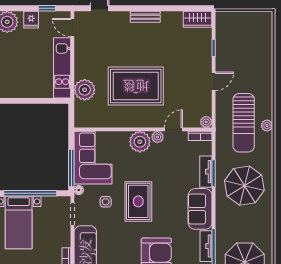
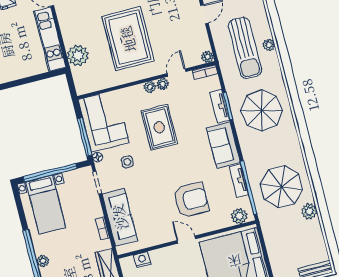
rug: (136, 86) -> (128, 39), turned 90
plant: (140, 142) -> (150, 87), width x0.53, depth x0.53
rug: (138, 201) -> (159, 127), moved

